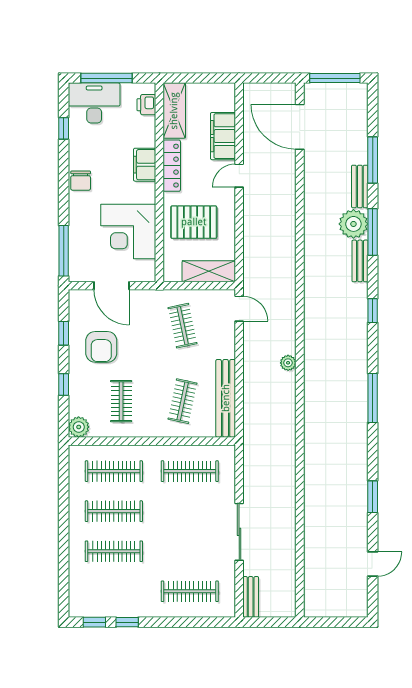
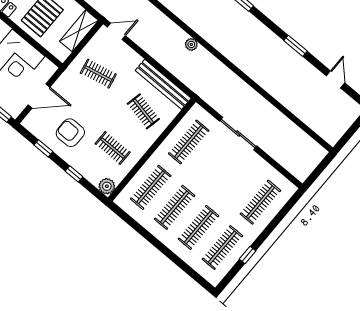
armchair: (101, 347) -> (70, 133), turned 180
plant: (288, 363) -> (191, 44), moved
sliding door: (239, 532) -> (238, 133), moved
clothes rail: (114, 591) -> (222, 247), added
bench: (251, 597) -> (294, 169), removed
window: (94, 622) -> (231, 275), removed

